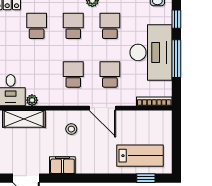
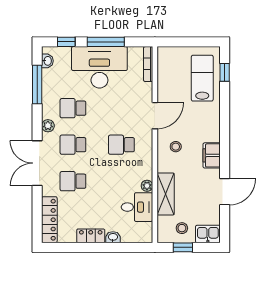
school desk: (110, 74) -> (121, 108), removed

